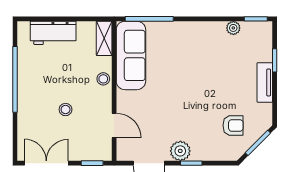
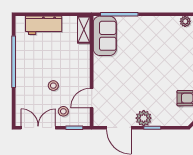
sofa: (131, 55) -> (105, 36), width x0.73
stool: (103, 79) -> (63, 111), moved
door: (114, 126) -> (92, 98), swing flipped

